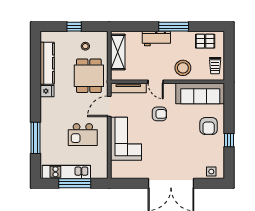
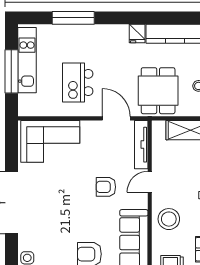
dining table: (89, 76) -> (158, 91), turned 90
armchair: (159, 114) -> (106, 187), turned 90
corner sofa: (126, 139) -> (50, 141), moved

